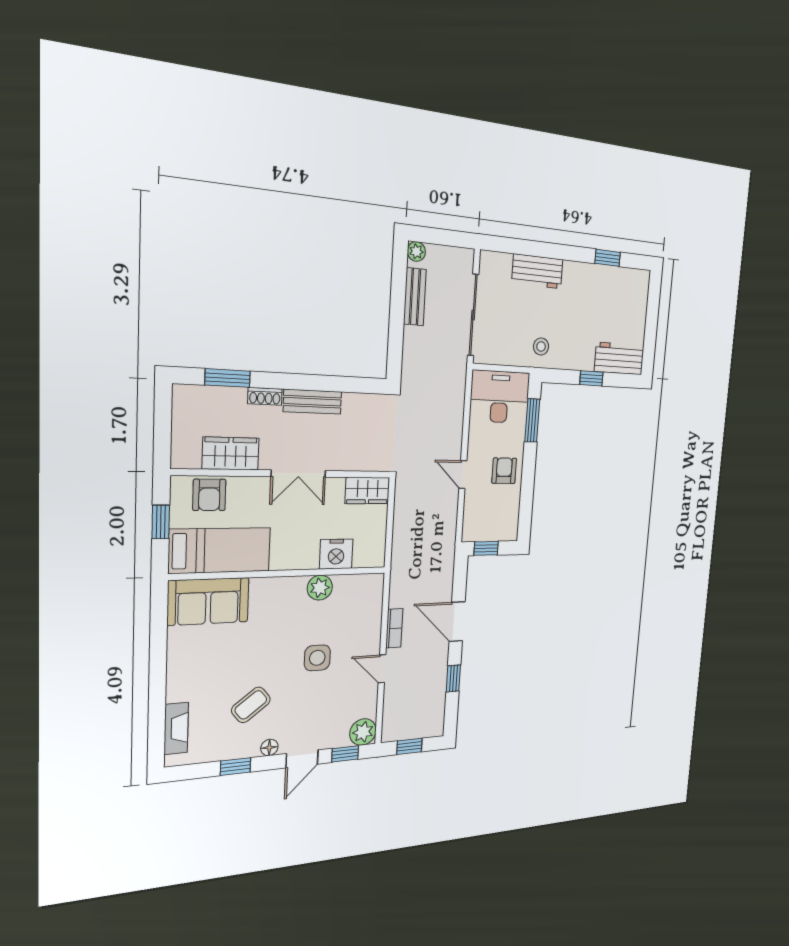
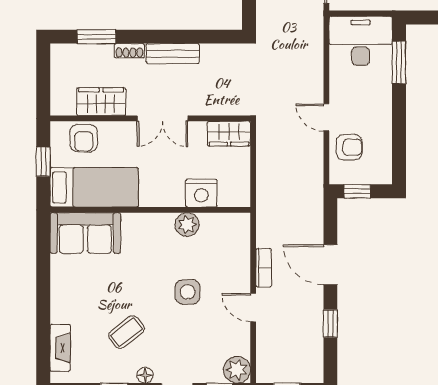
armchair: (504, 471) -> (349, 147), moved, turned 90

